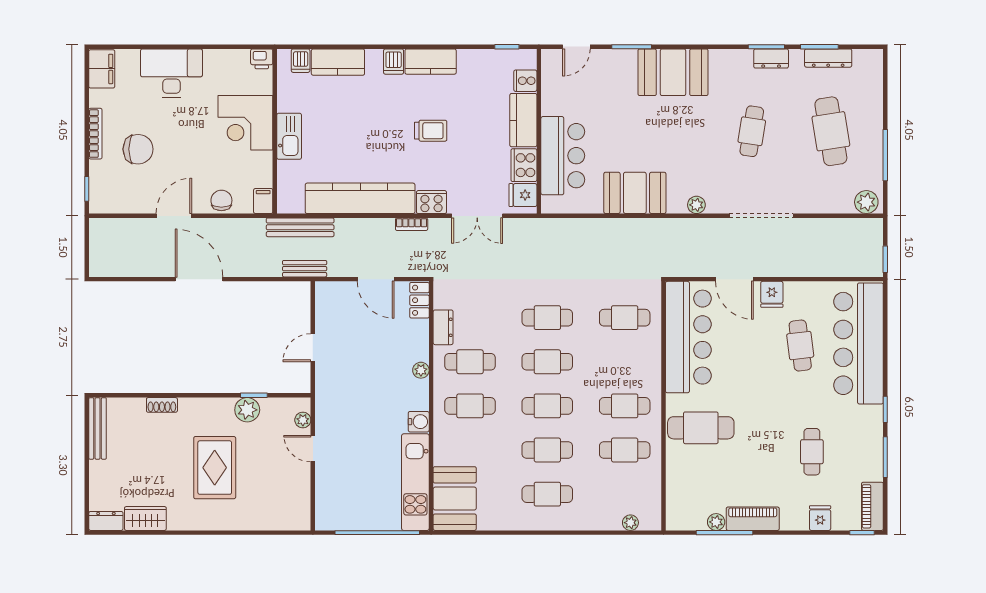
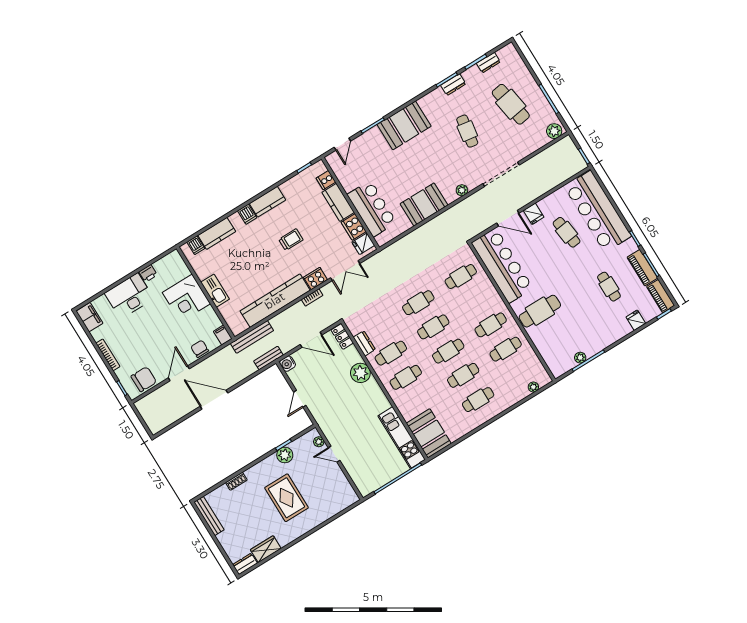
dresser: (828, 58) -> (488, 63), width x0.70
printer: (262, 59) -> (148, 273), moved
chair: (138, 149) -> (144, 379), moved
plant: (421, 370) -> (360, 373), width x1.88, depth x1.88
water cooler: (419, 422) -> (288, 364), moved, turned 180
piano: (753, 519) -> (642, 268), moved, turned -90

